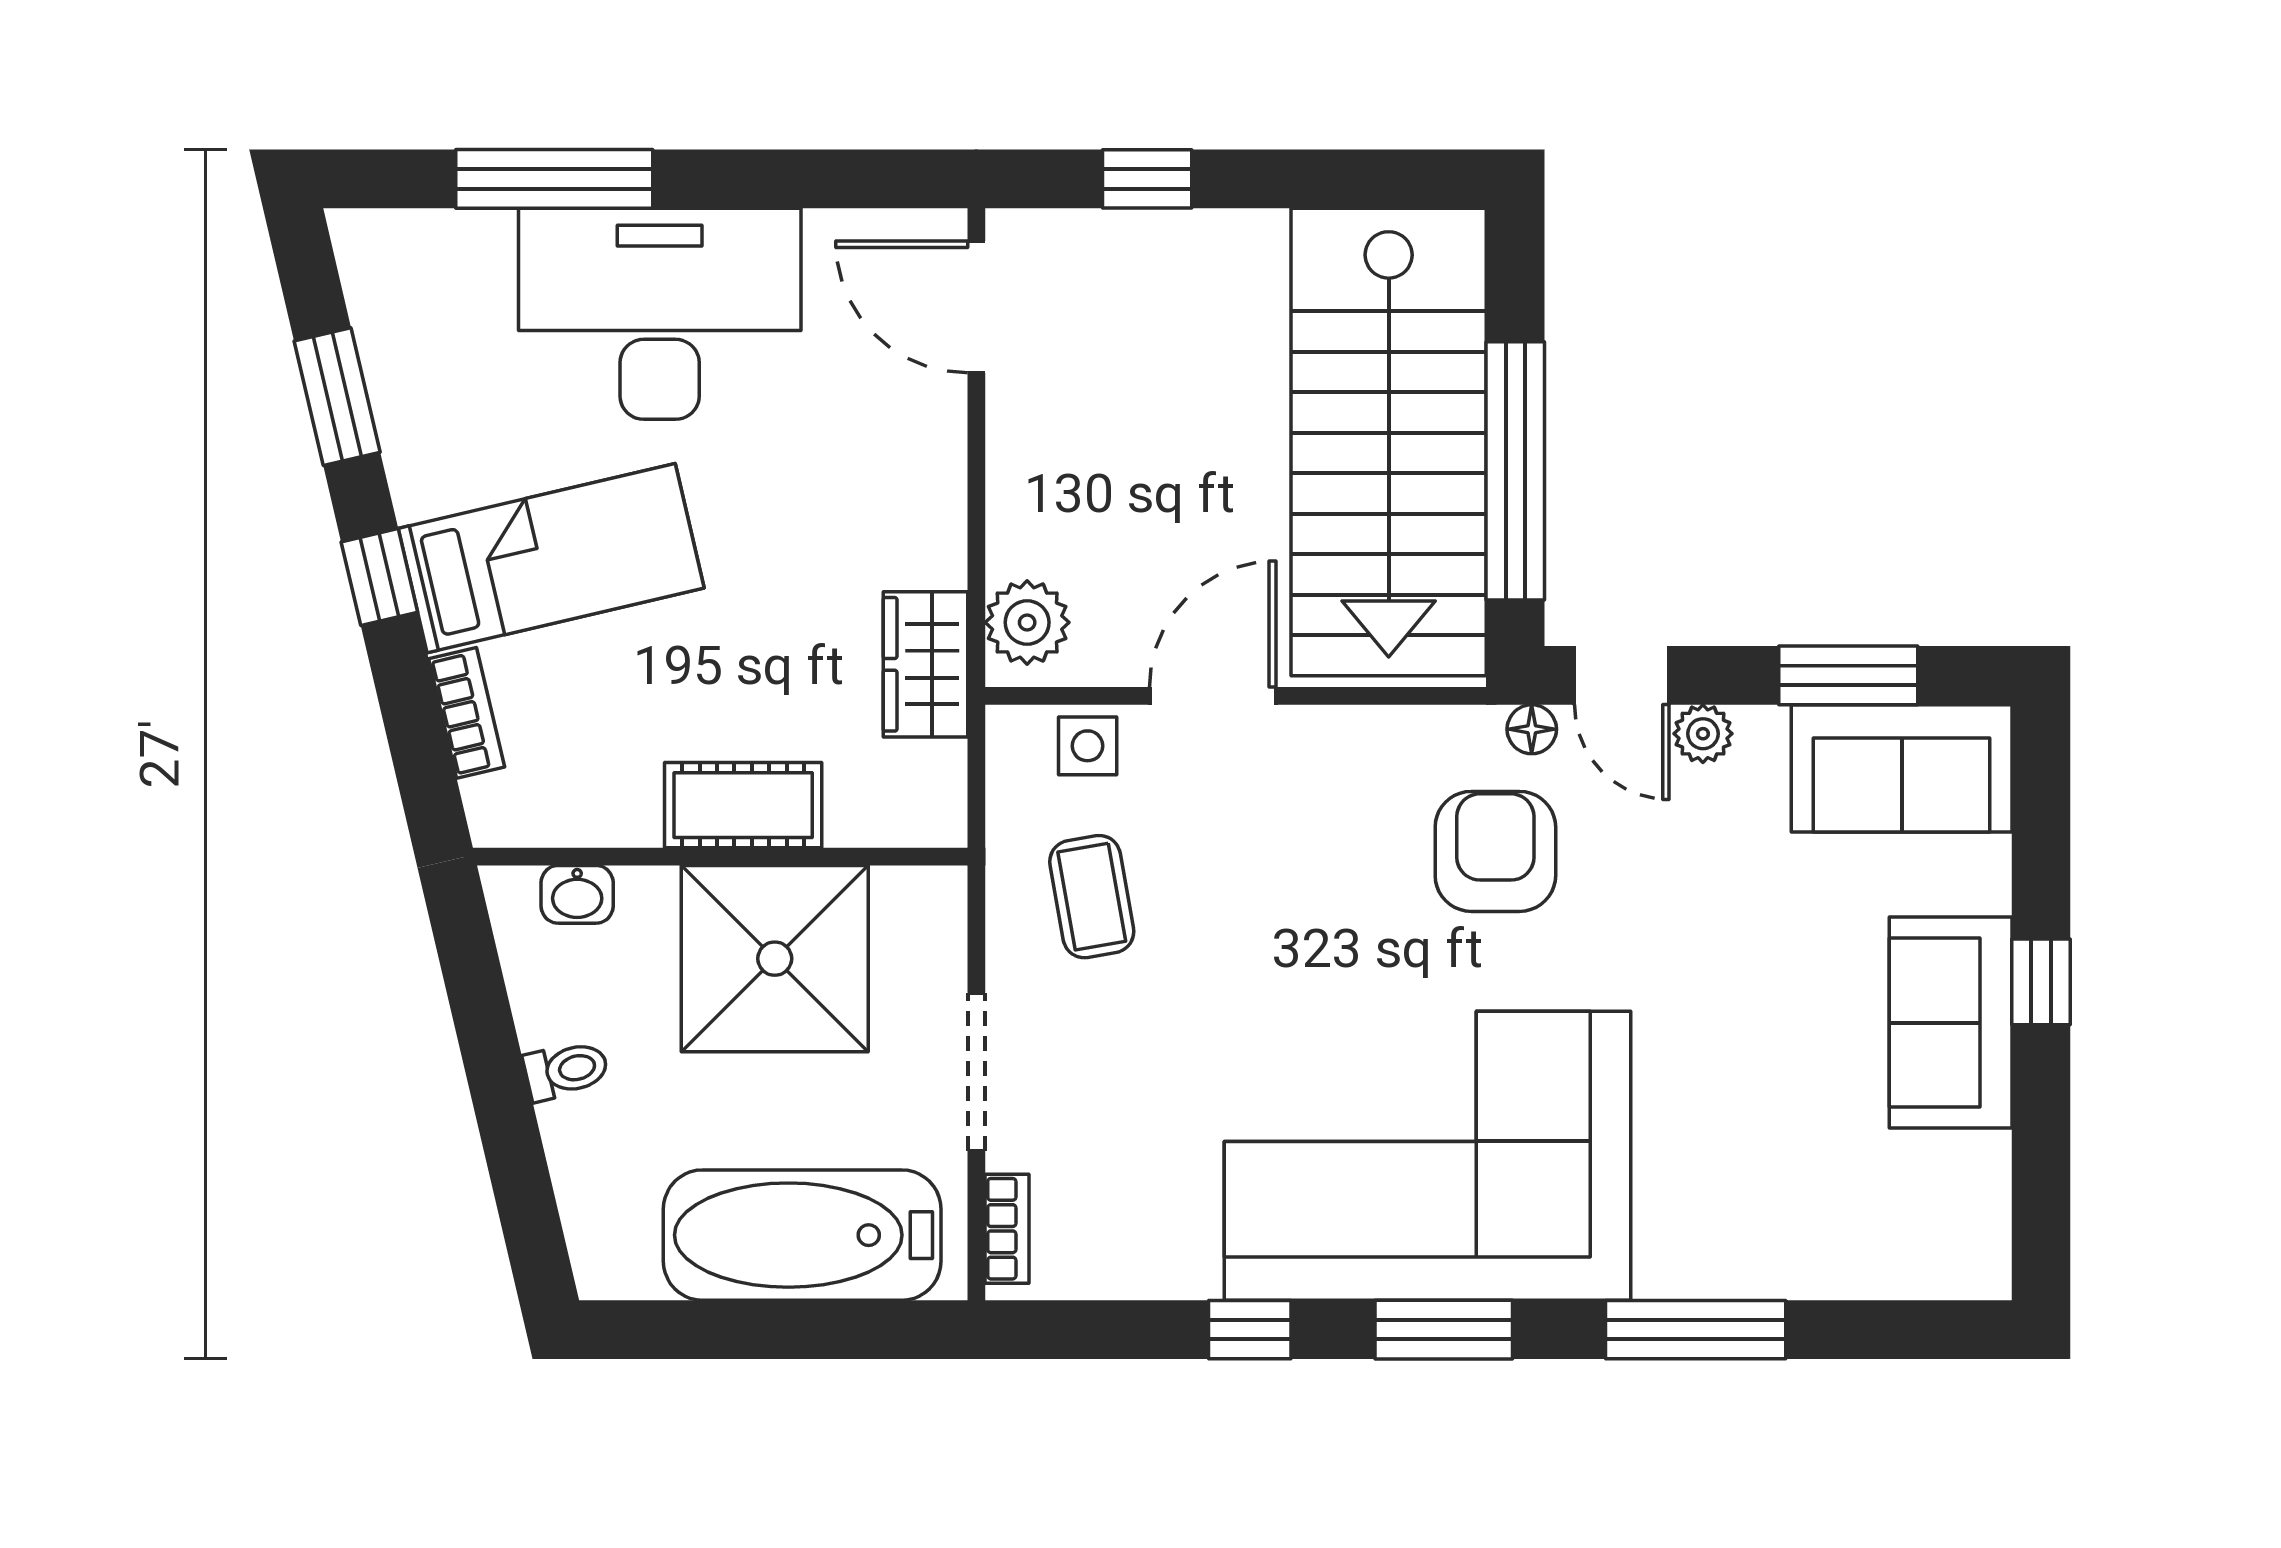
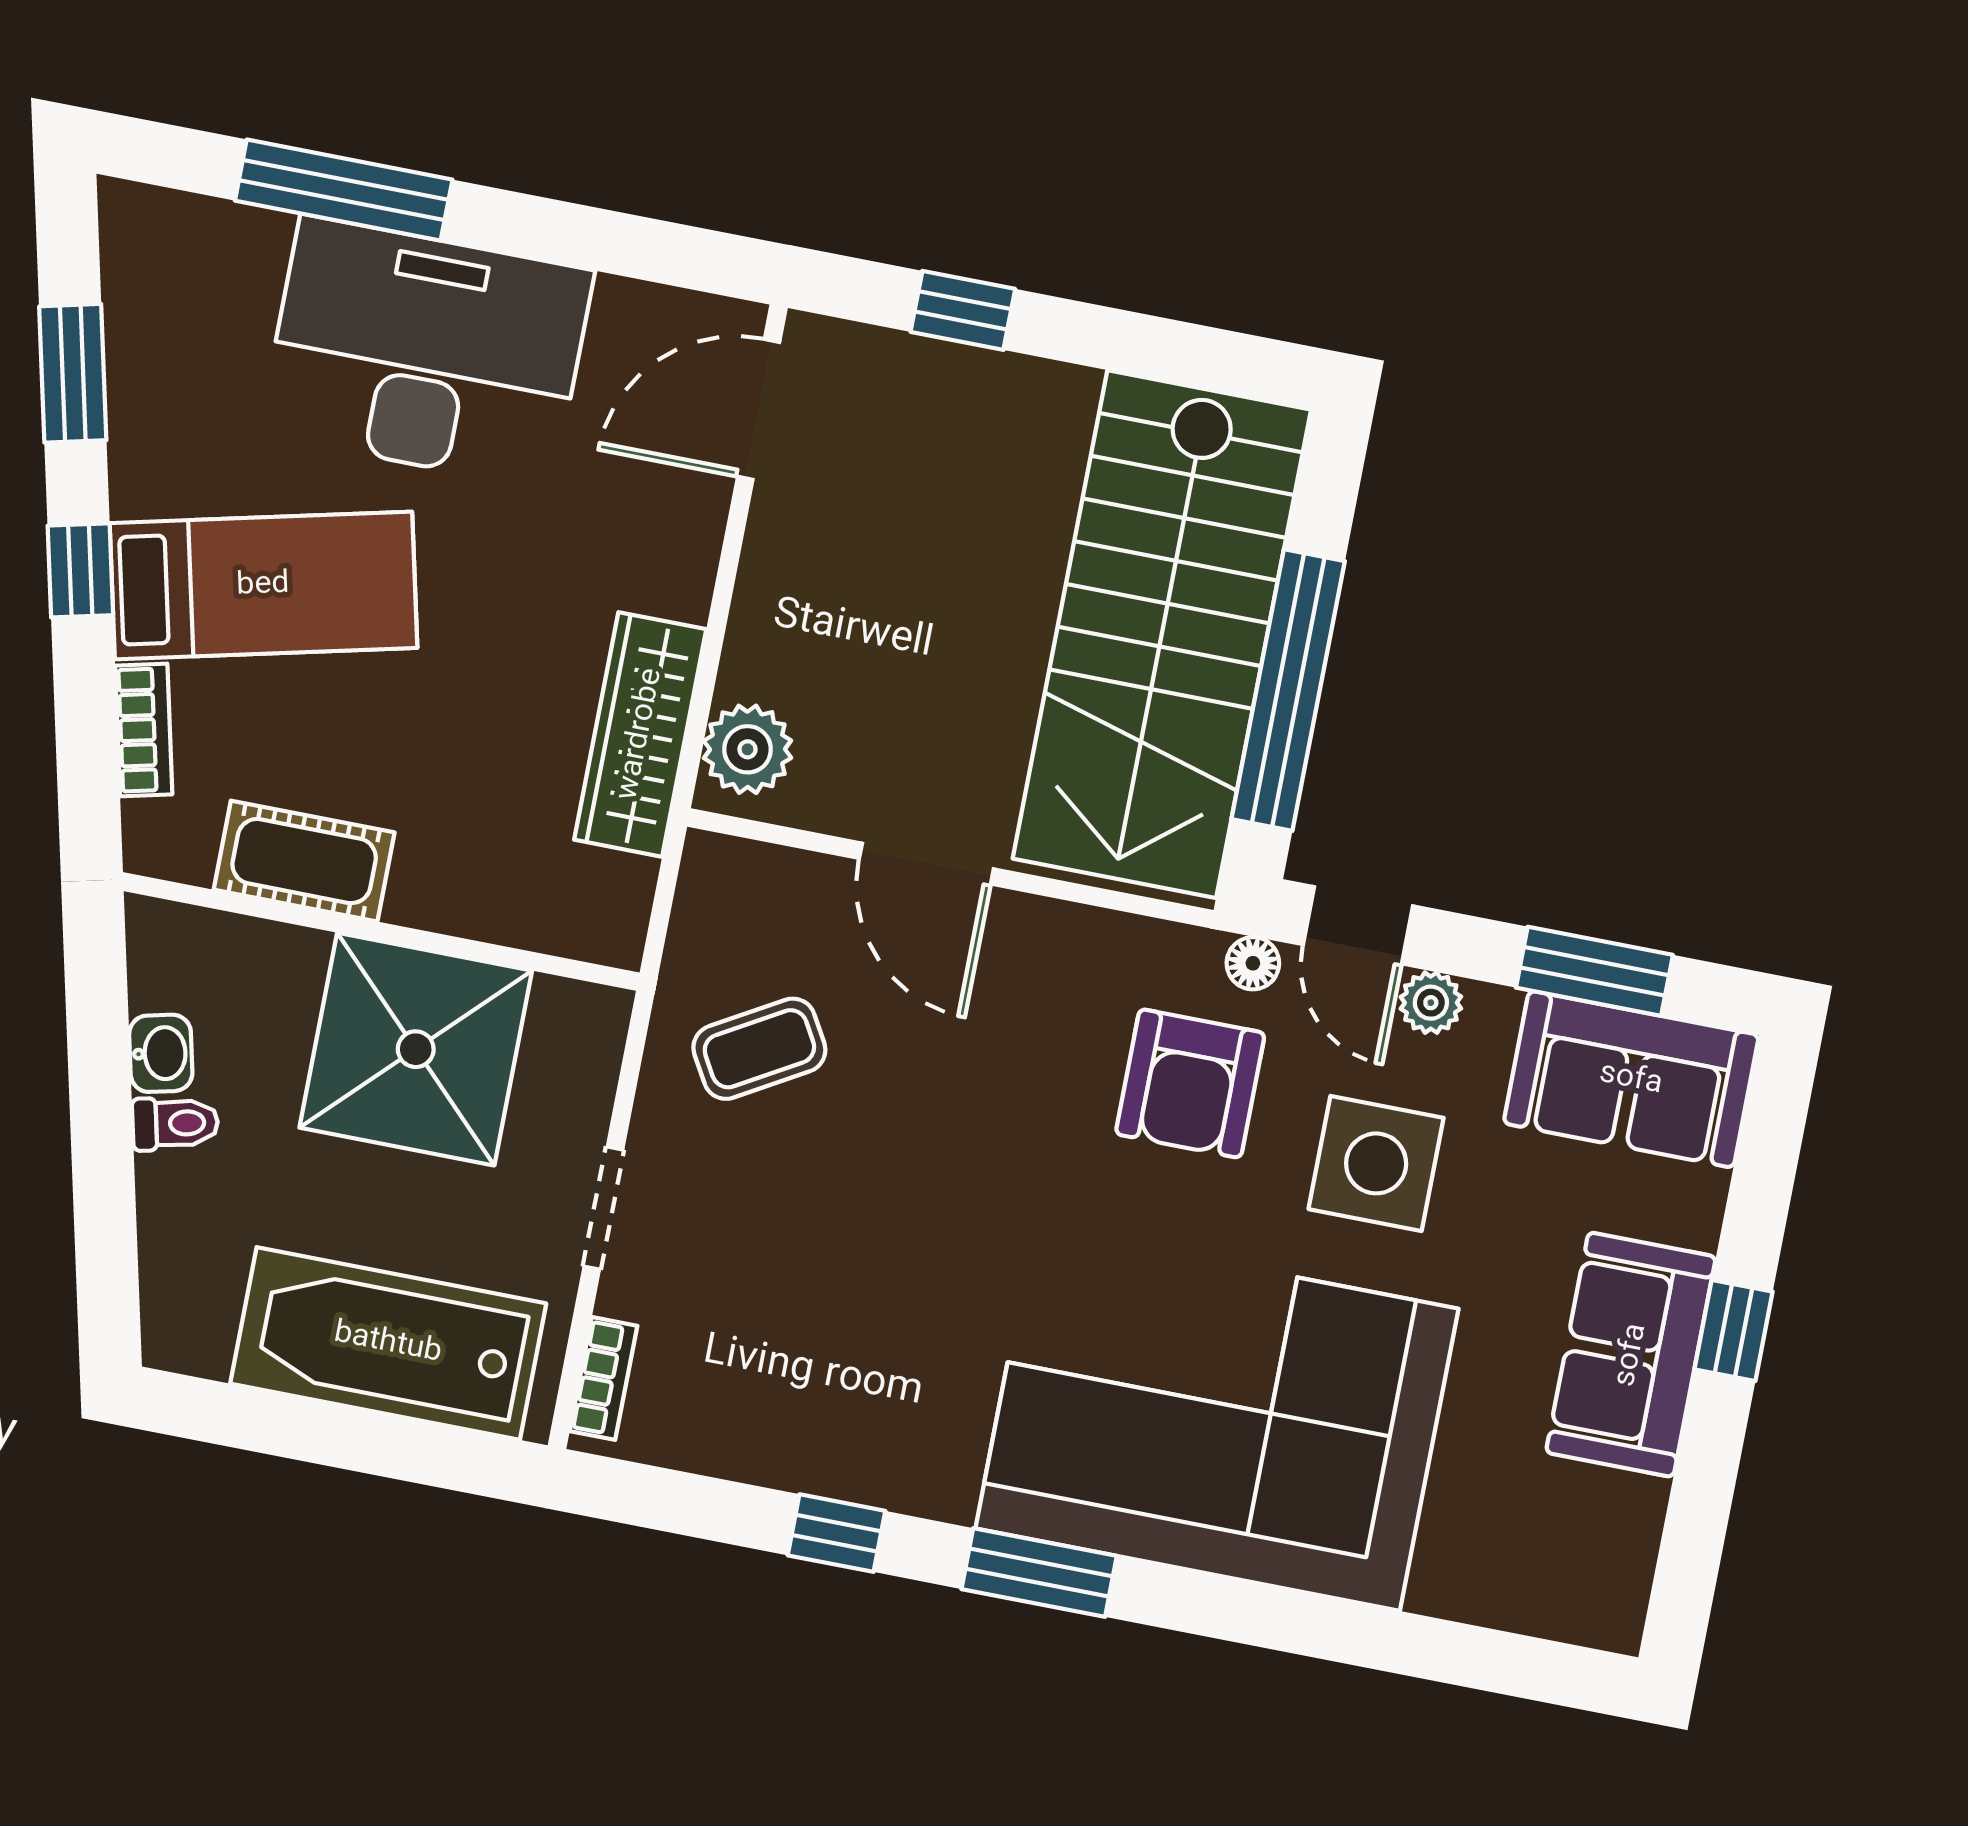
door: (976, 307) -> (759, 409), hinge flipped
wardrobe: (925, 664) -> (640, 734), width x1.50
door: (1213, 696) -> (926, 864), swing flipped
side table: (1088, 746) -> (1376, 1163), moved, width x1.87, depth x1.87
cot: (743, 805) -> (304, 861), moved
armchair: (1495, 851) -> (1190, 1083), turned 180
washbasin: (577, 894) -> (161, 1053), moved, turned -103
coffee table: (1092, 897) -> (759, 1049), turned 70
doorway: (976, 1072) -> (603, 1208), width x0.73
corner sofa: (1427, 1156) -> (1217, 1419), moved
window: (1696, 1330) -> (1302, 1624), removed

